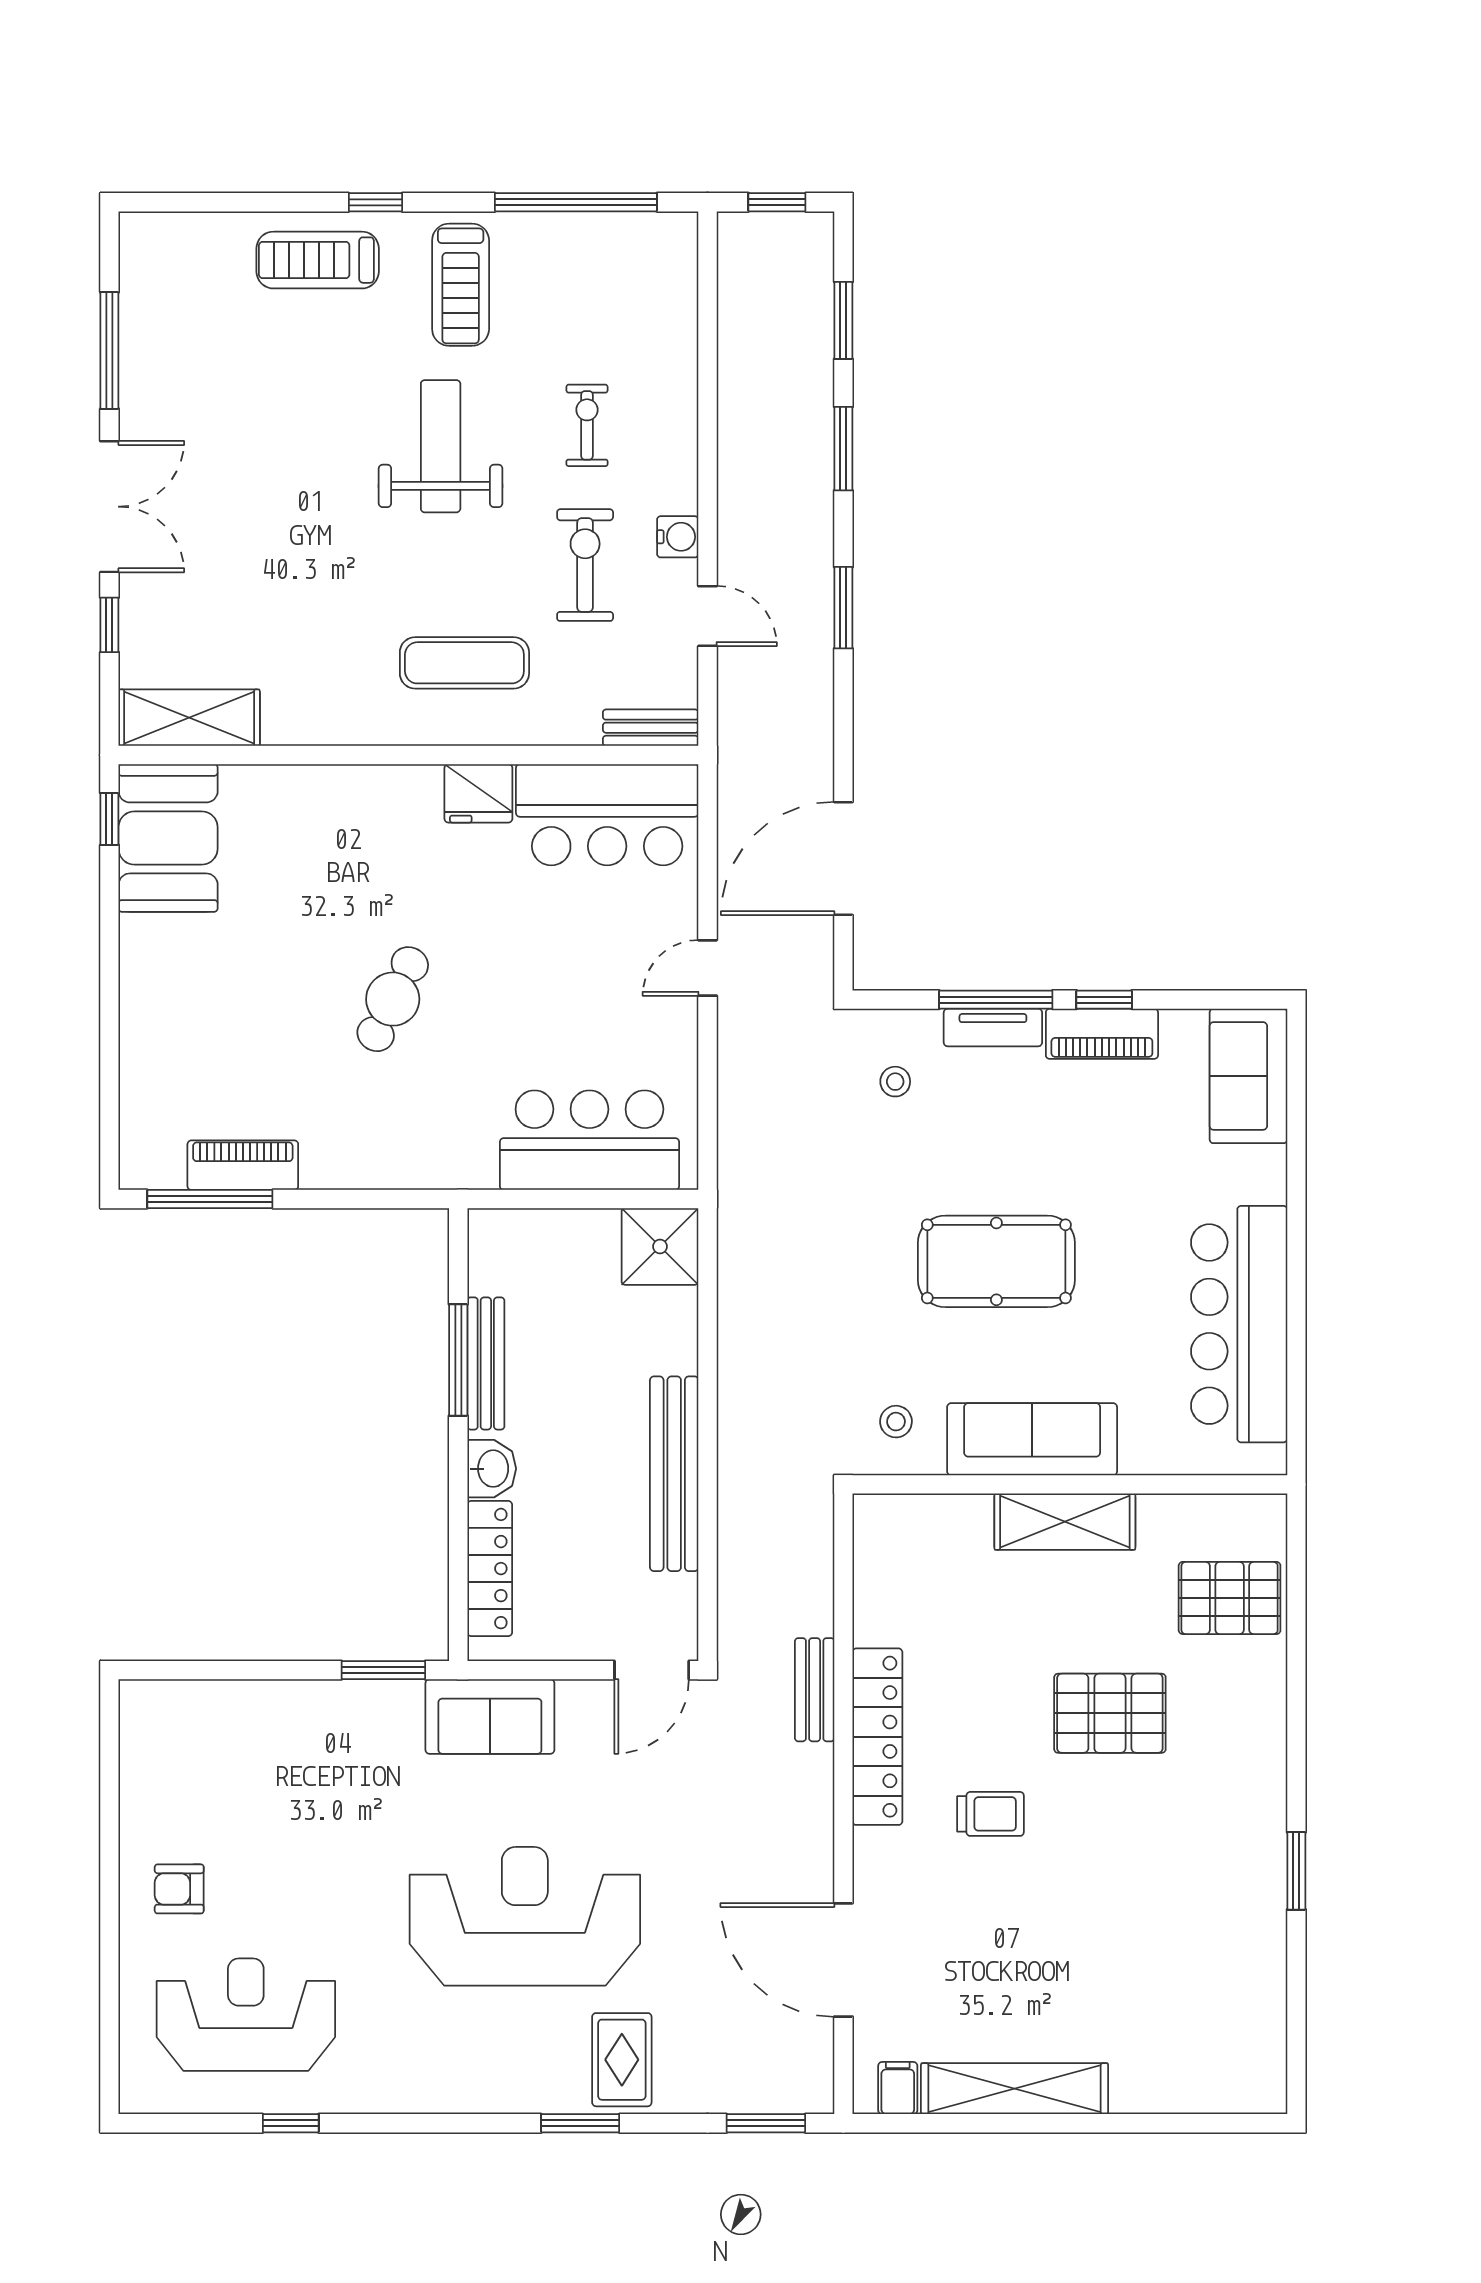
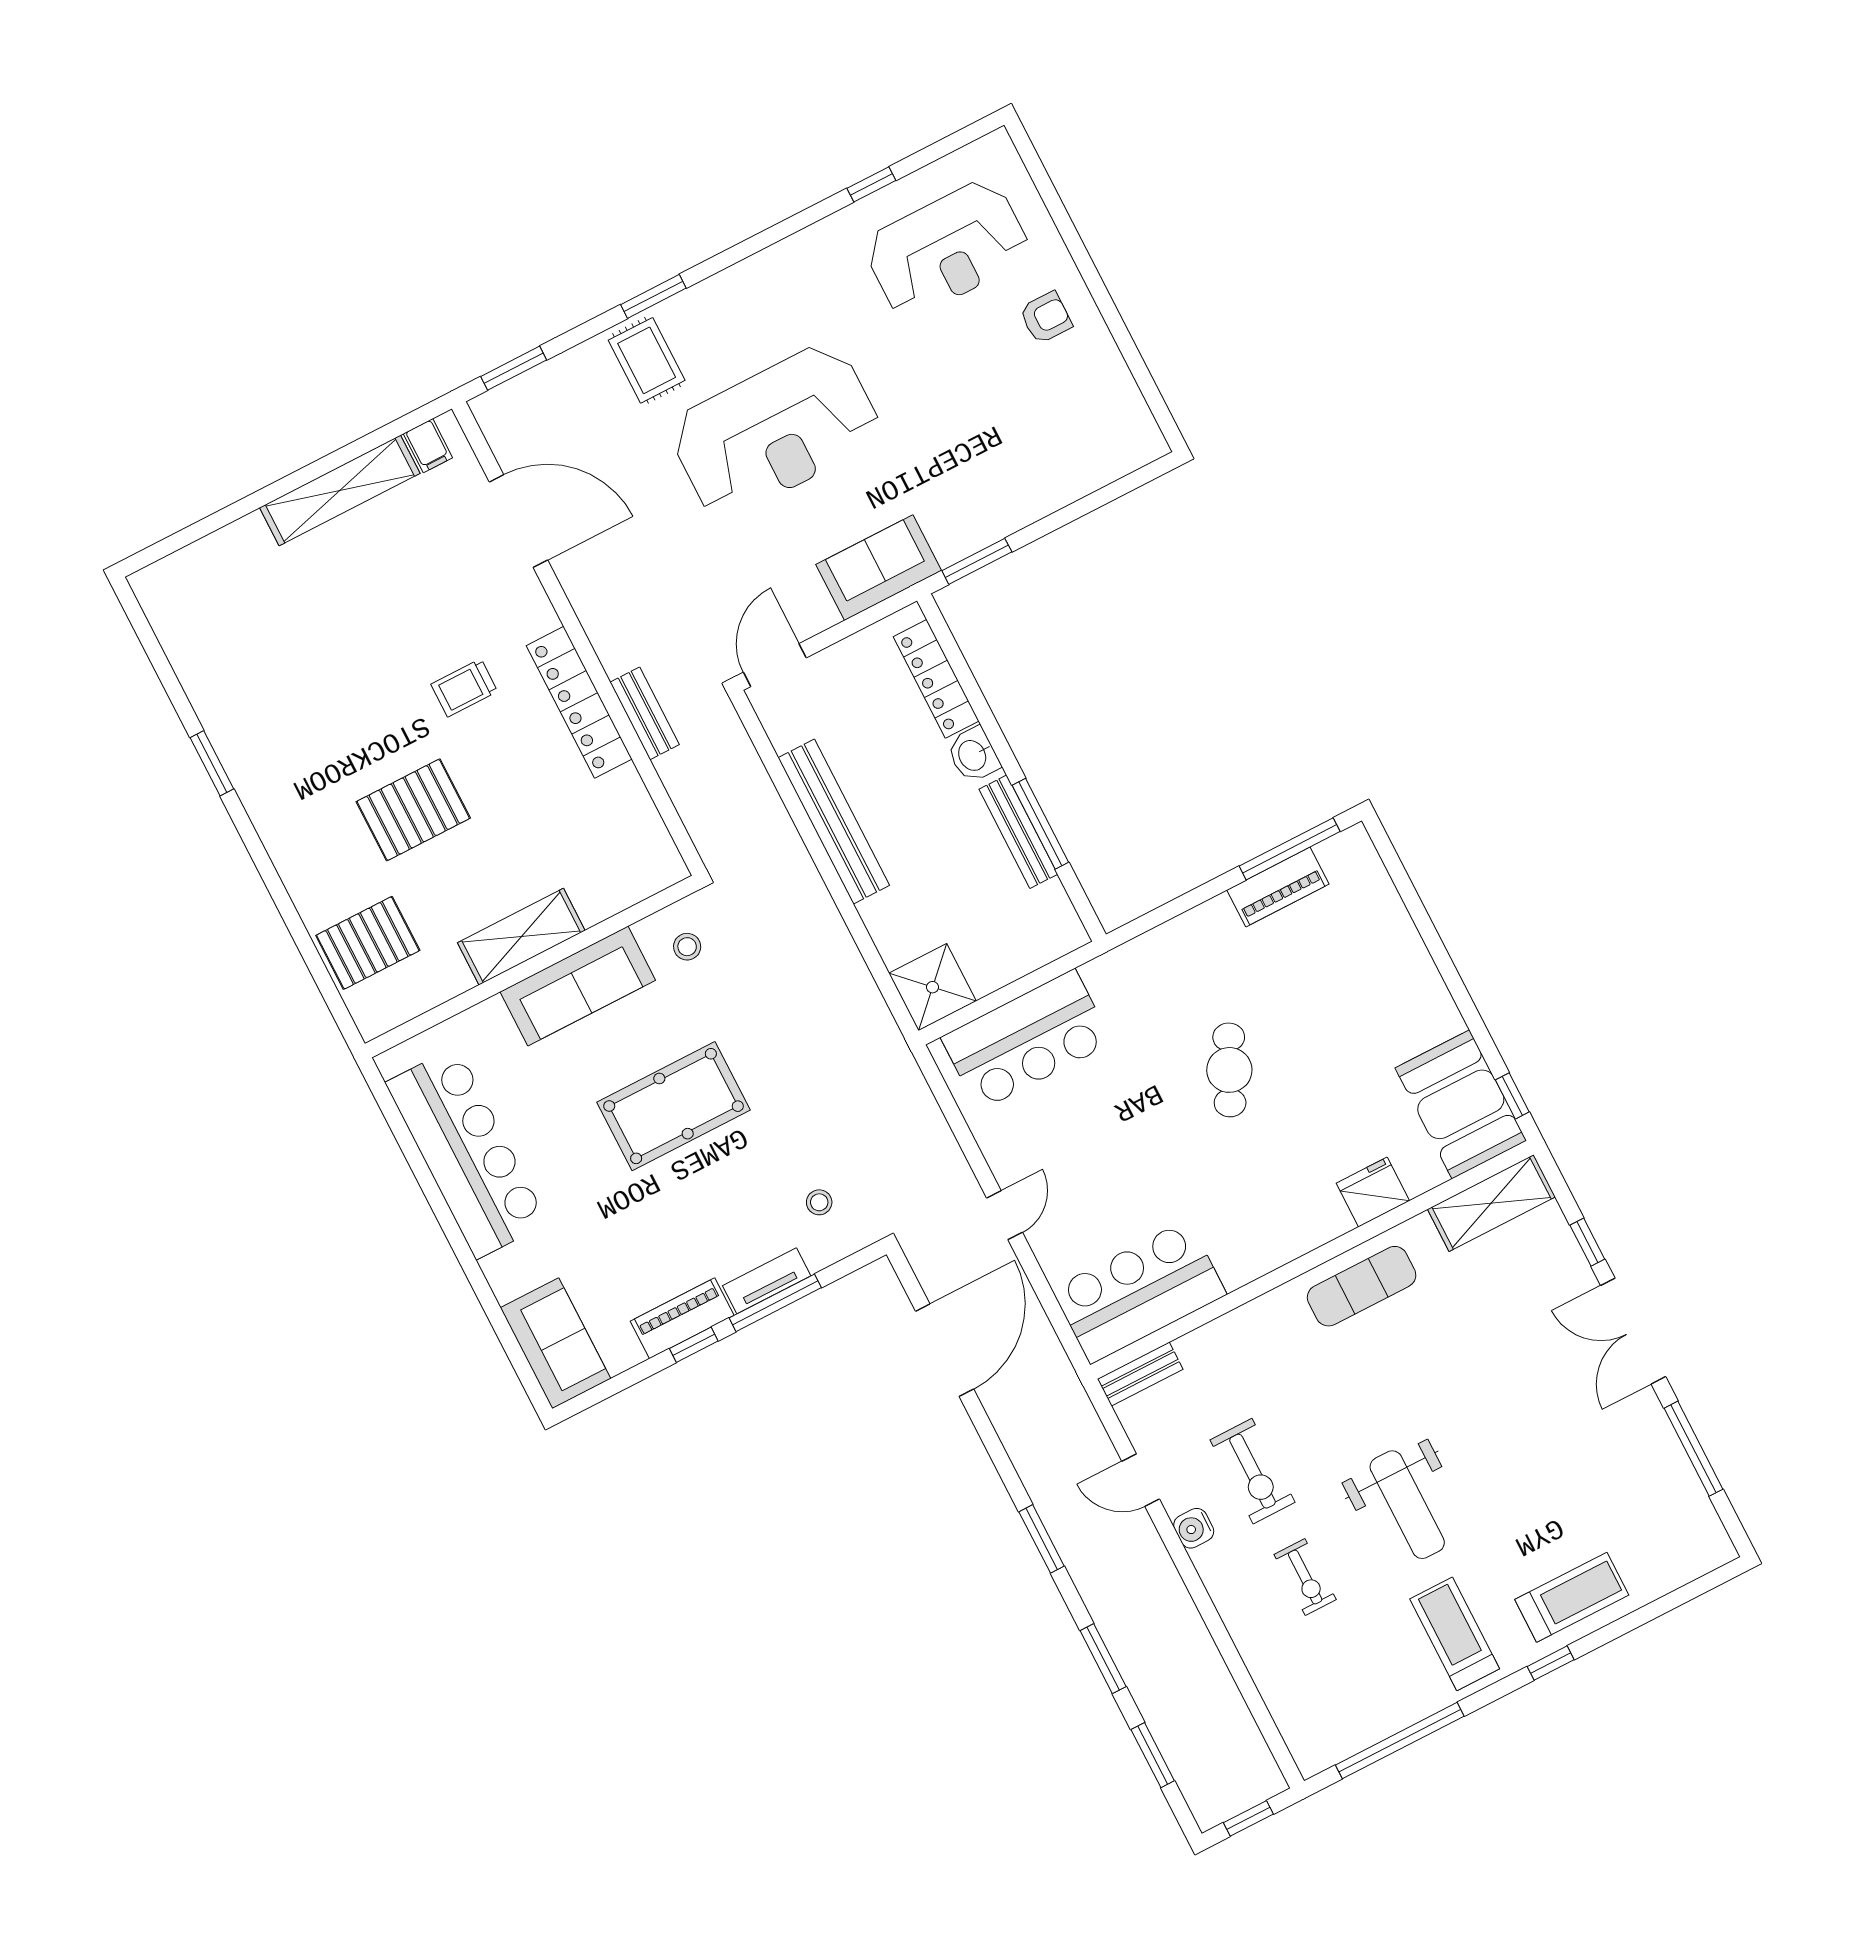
exercise mat: (464, 663) -> (1362, 1286), moved
fridge: (478, 793) -> (1373, 1192), moved

